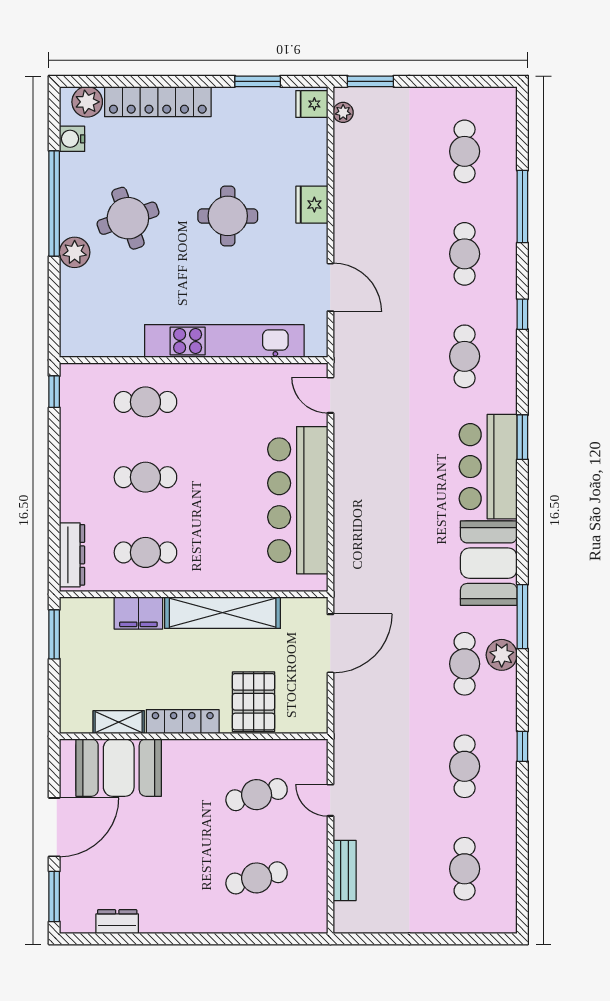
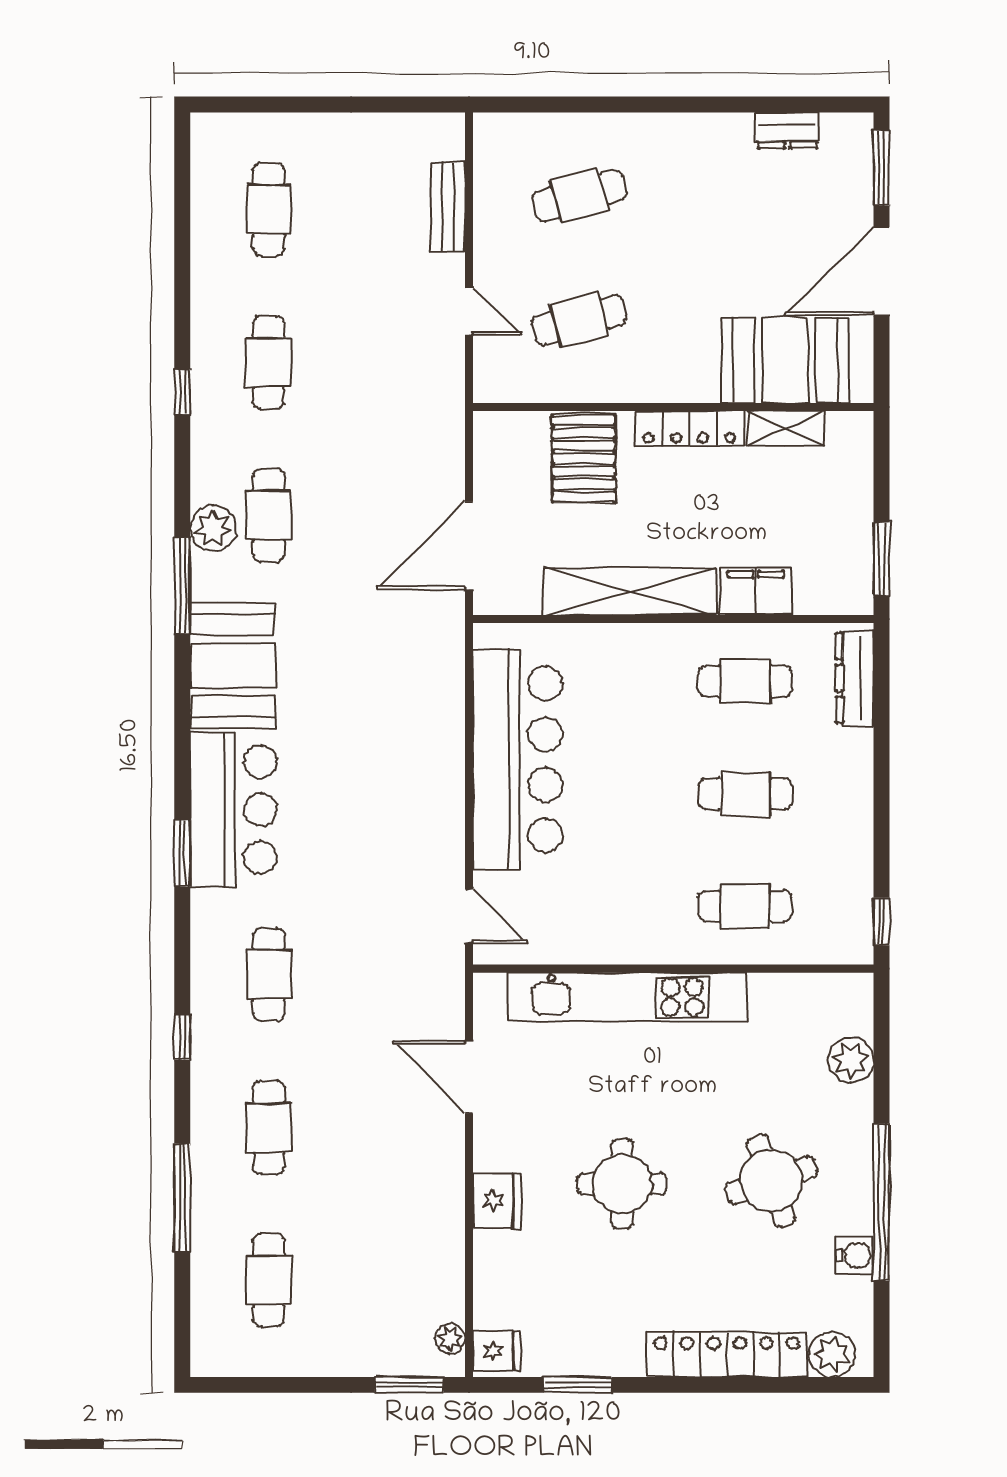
water cooler: (72, 139) -> (855, 1255), moved
plant: (75, 252) -> (851, 1060), moved

